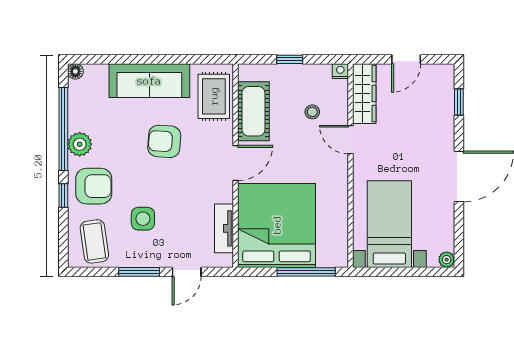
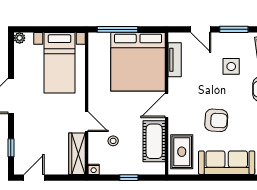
door: (406, 59) -> (34, 178), moved
door: (187, 272) -> (201, 29), swing flipped

